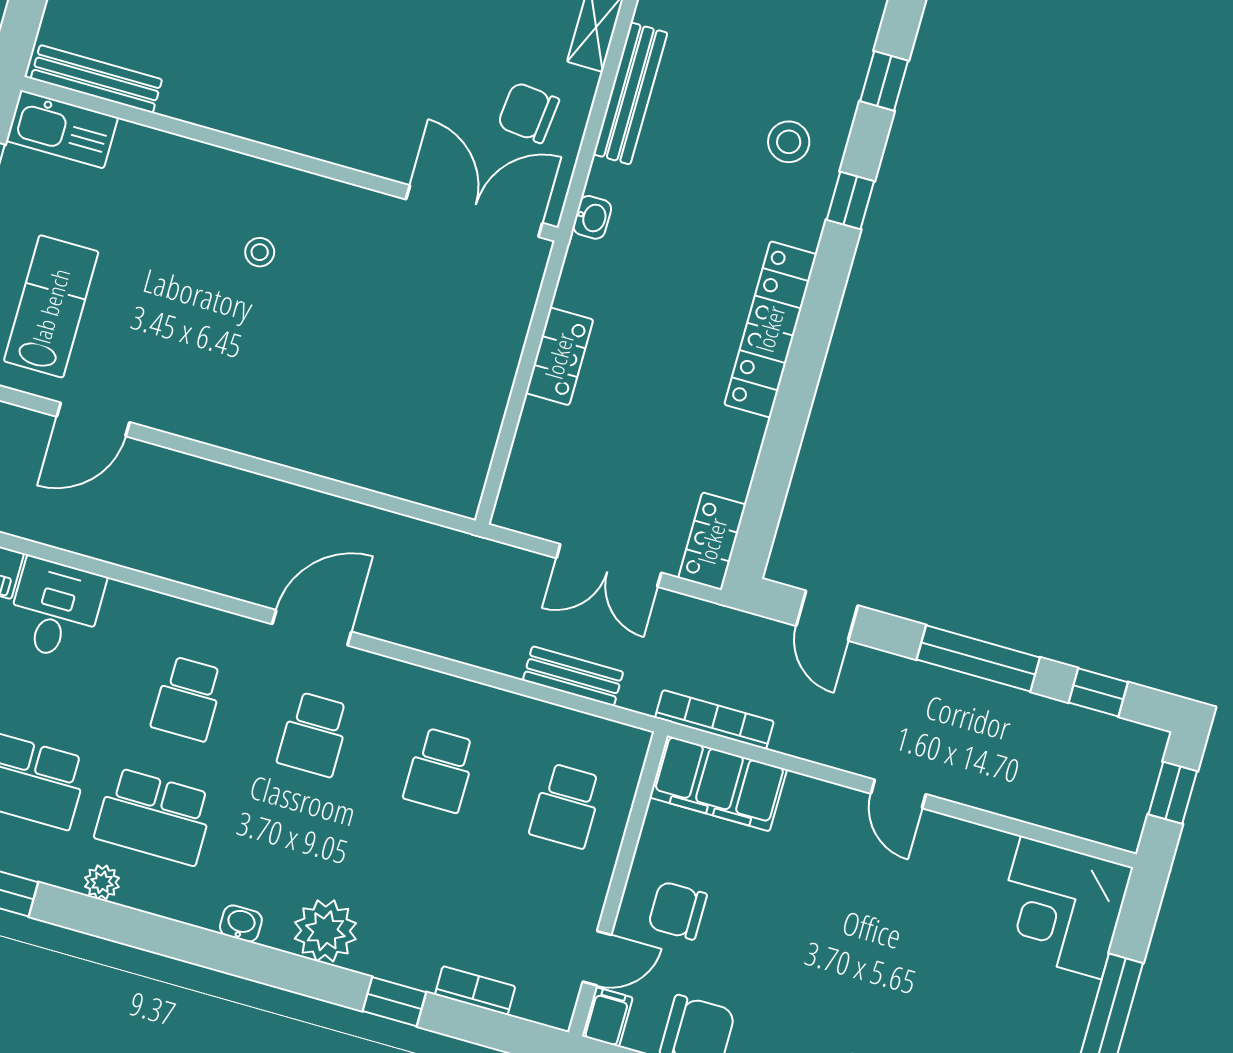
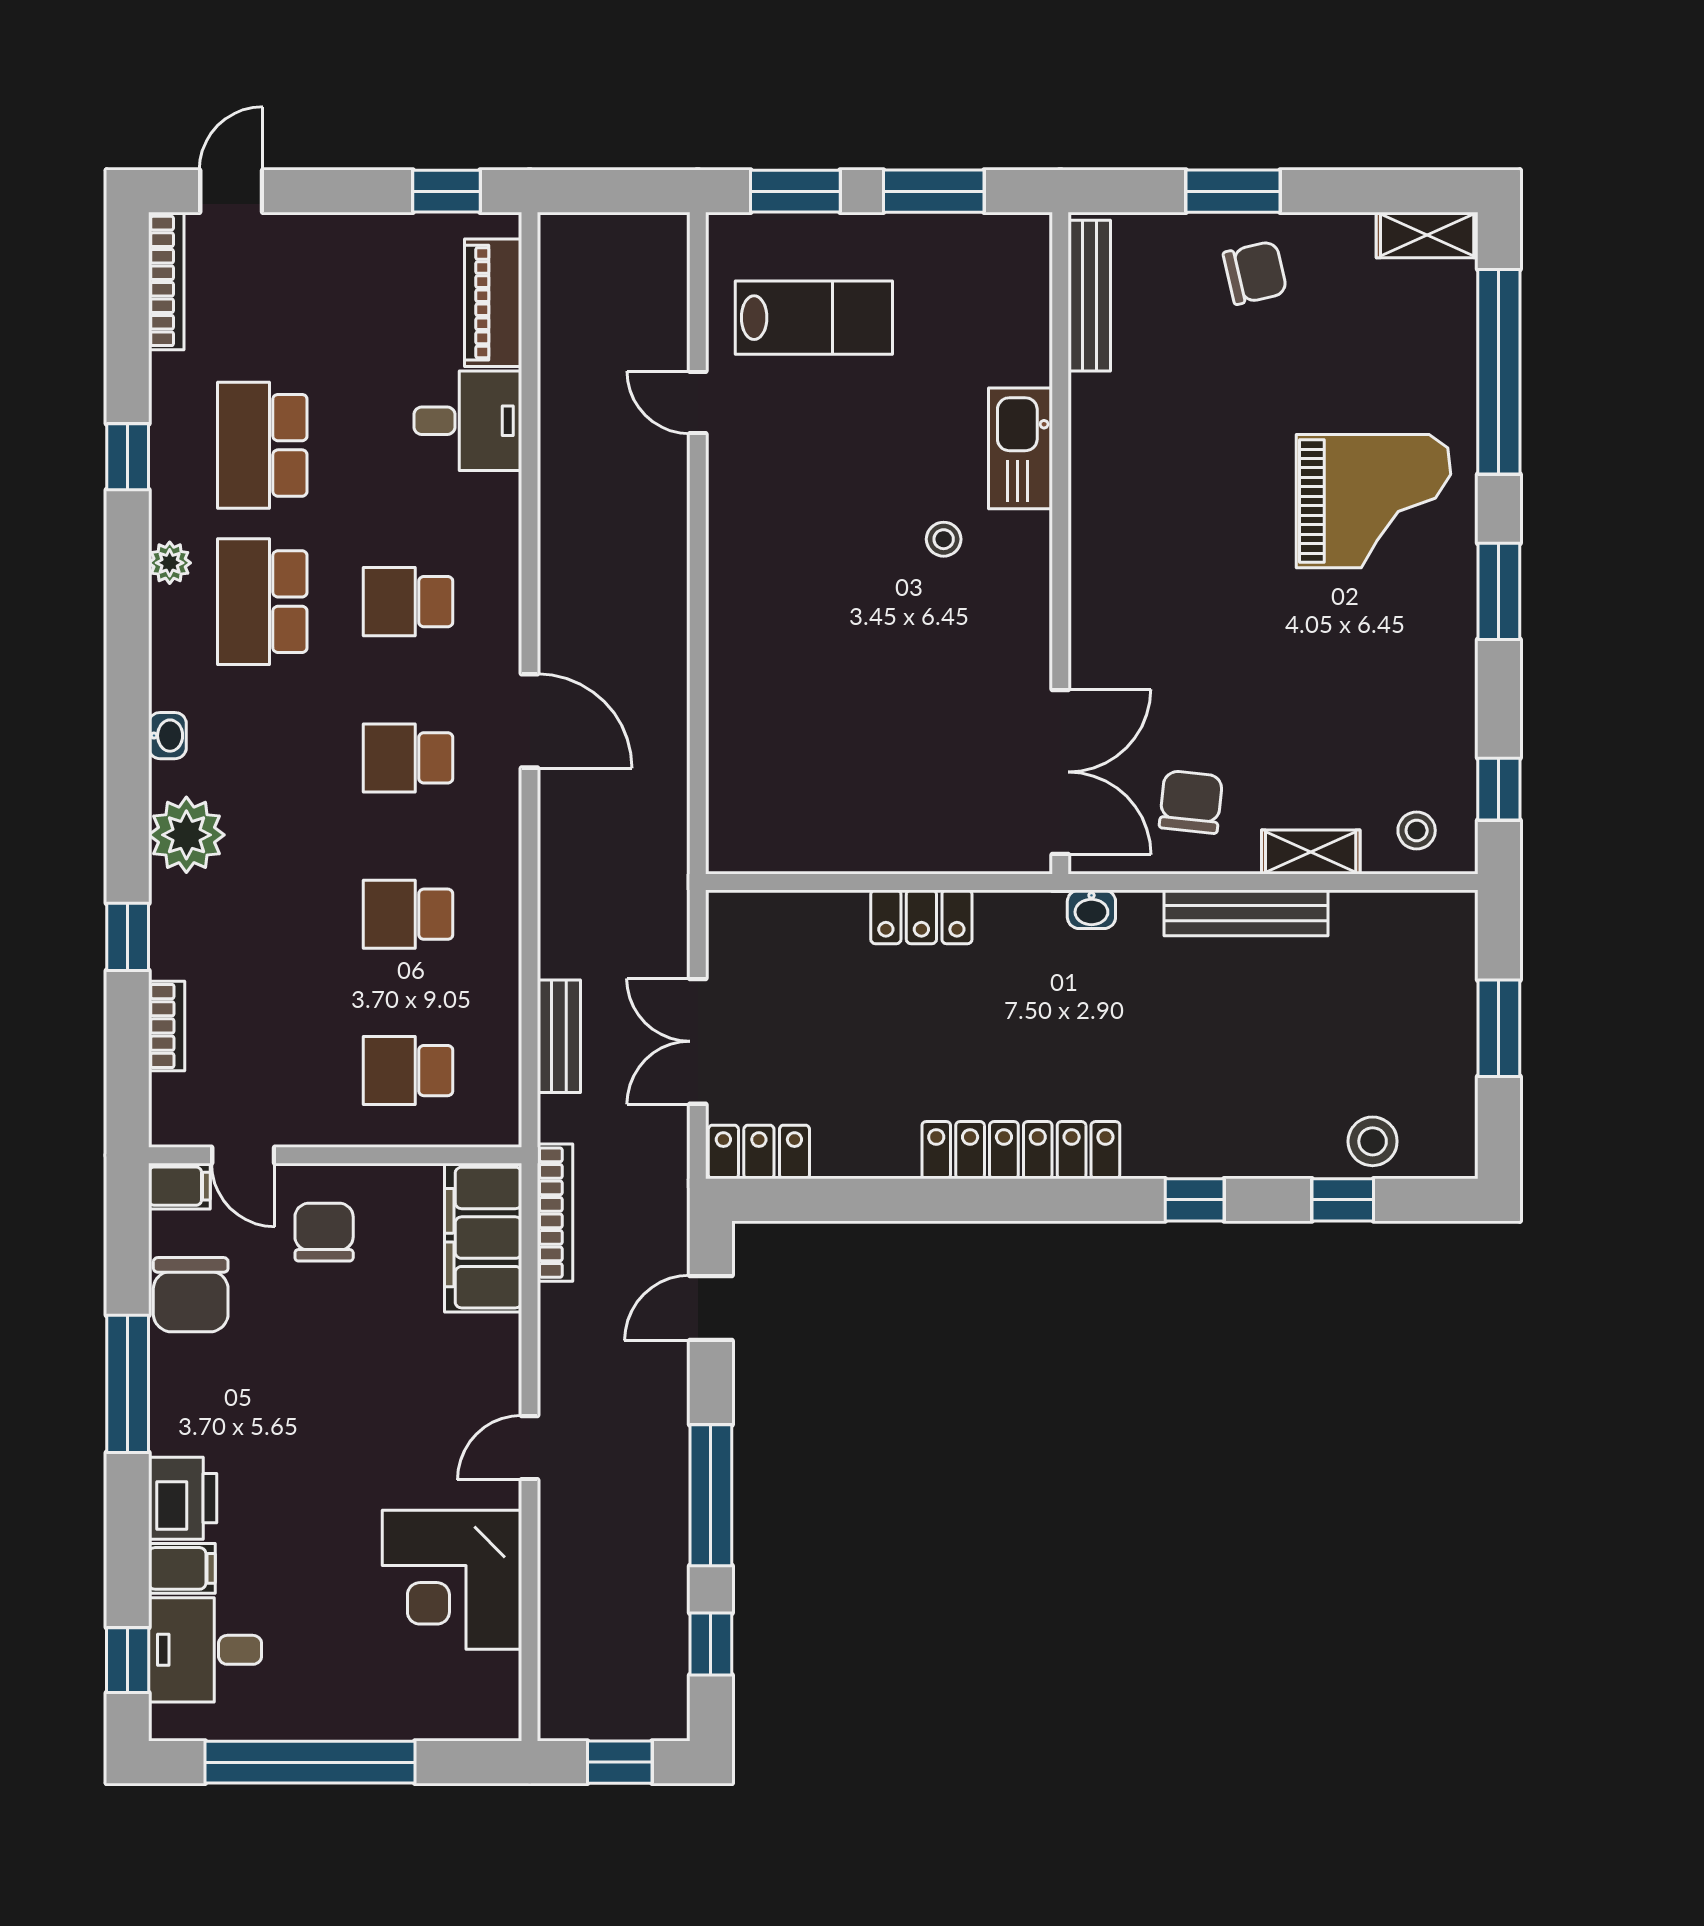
kitchen sink: (62, 129) -> (1020, 448), moved
stool: (789, 142) -> (1373, 1141), moved
door: (93, 419) -> (698, 402), width x0.73
corner desk: (1061, 908) -> (452, 1580), moved, turned -90

